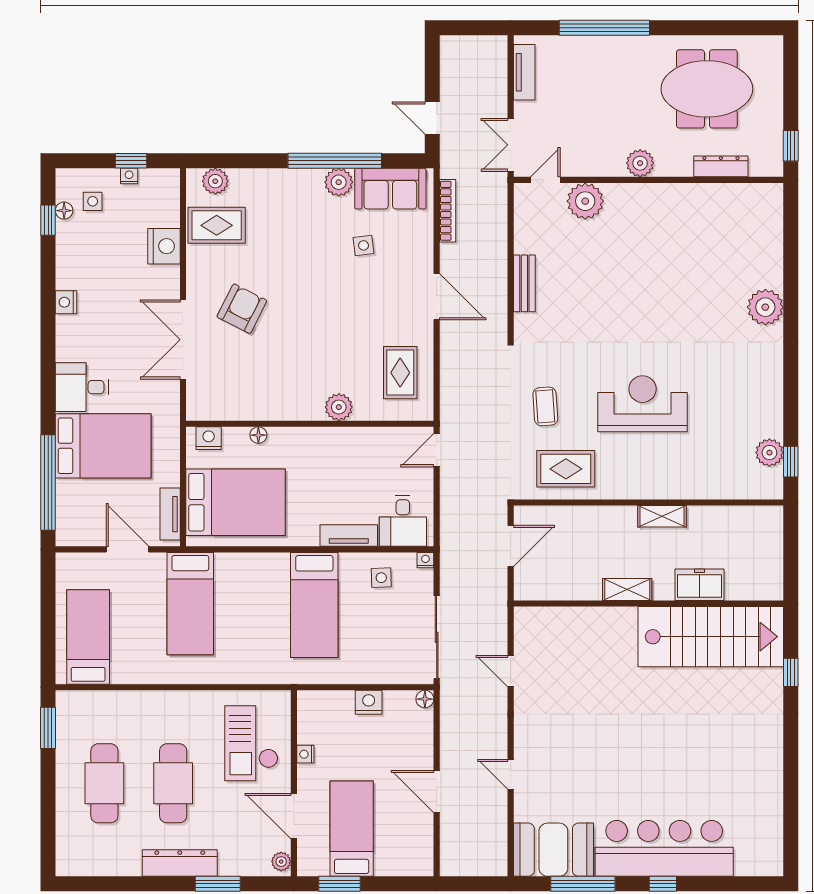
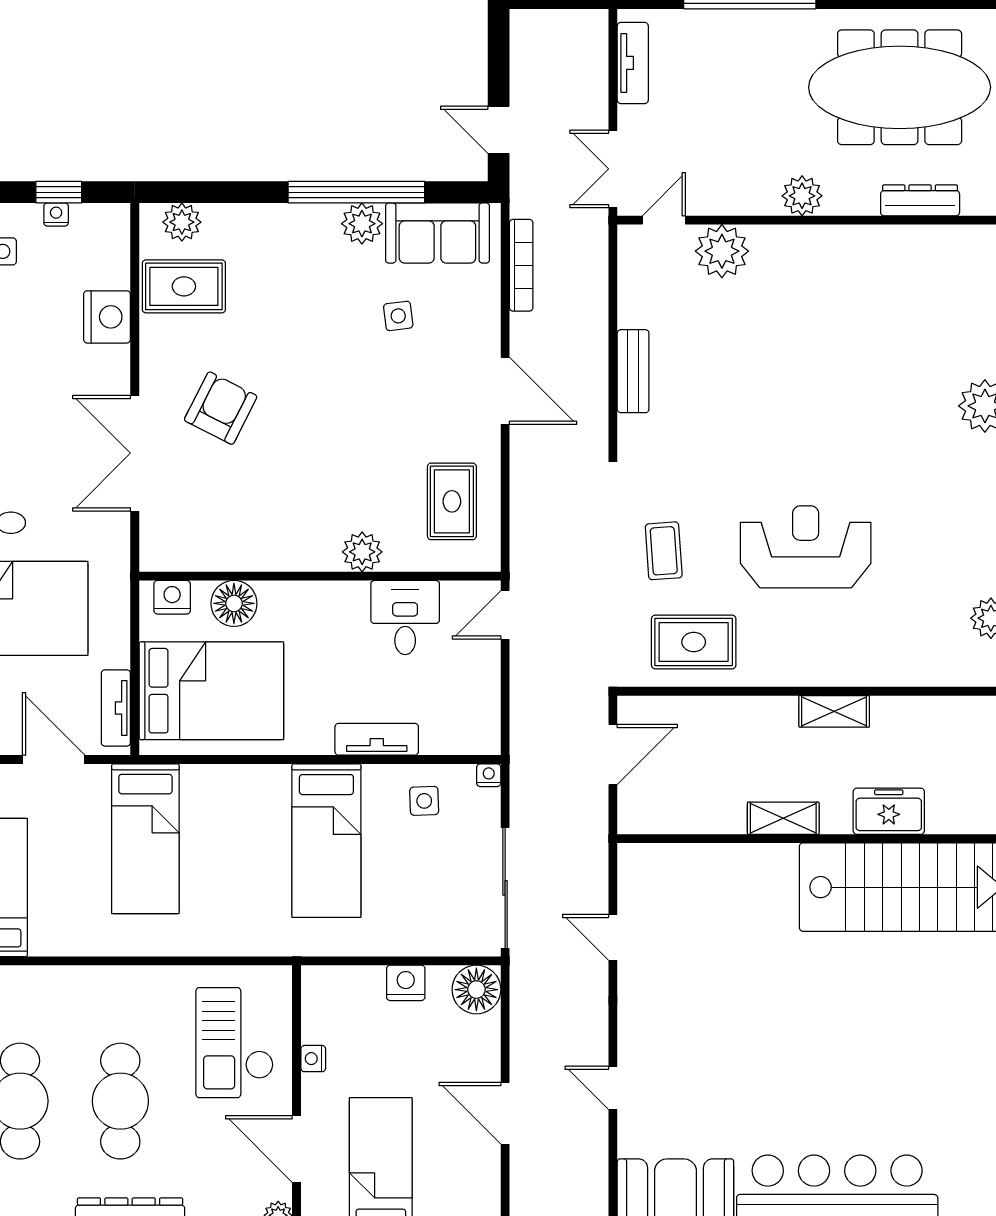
meeting table: (707, 89) -> (900, 87), width x1.36
floor lamp: (258, 435) -> (234, 603), width x1.89, depth x1.89
desk: (403, 521) -> (405, 618), moved, turned 180
floor lamp: (425, 699) -> (476, 990), width x1.89, depth x1.89

